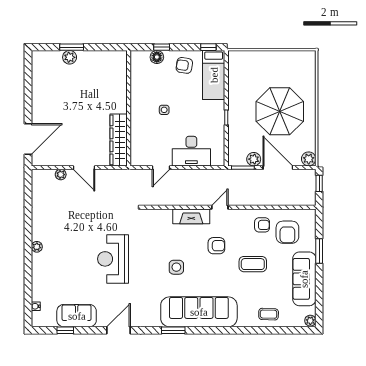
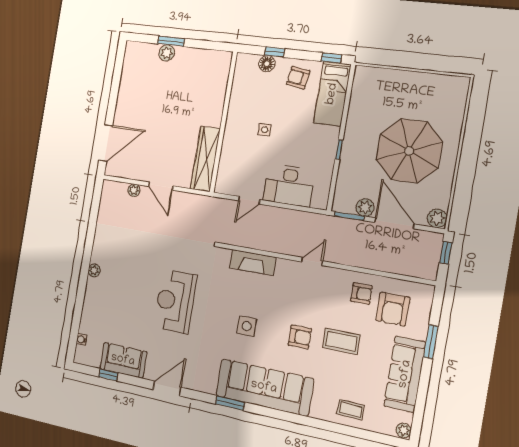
fireplace: (191, 216) -> (253, 262), moved
armchair: (216, 246) -> (300, 337), moved

